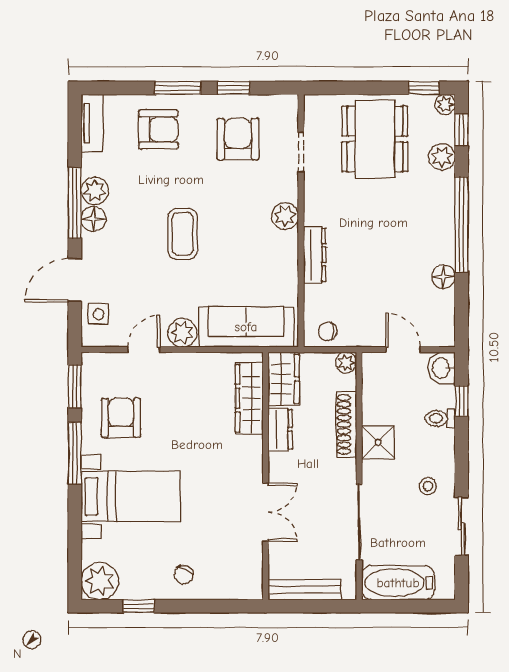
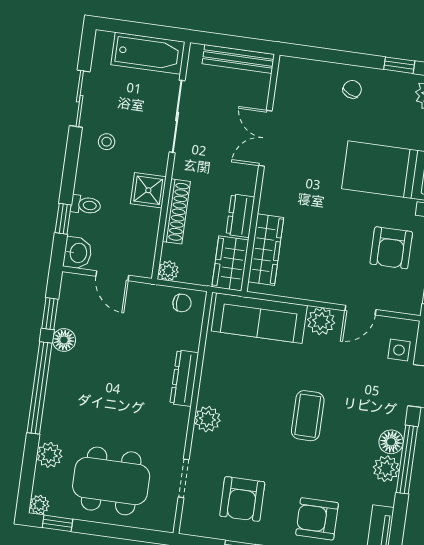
window: (462, 130) -> (50, 314), moved
dining table: (375, 139) -> (111, 481), turned 90

